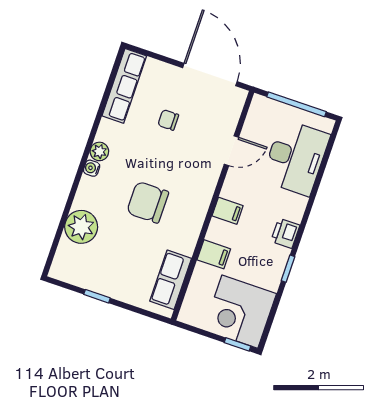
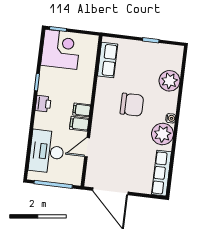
chair: (168, 120) -> (130, 158), removed
plant: (99, 151) -> (162, 134), width x1.88, depth x1.88
filing cabinet: (214, 254) -> (79, 124), moved

